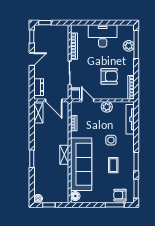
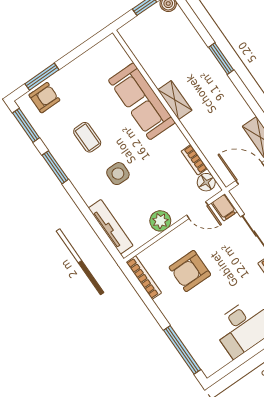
plant: (129, 46) -> (192, 340), removed
sofa: (81, 164) -> (142, 101), width x0.74, depth x0.79
floor lamp: (75, 196) -> (206, 182), moved

